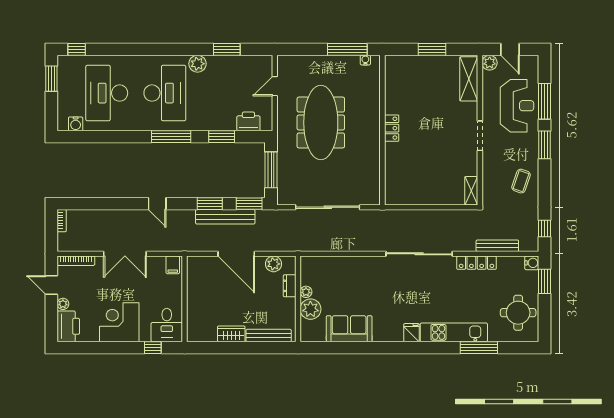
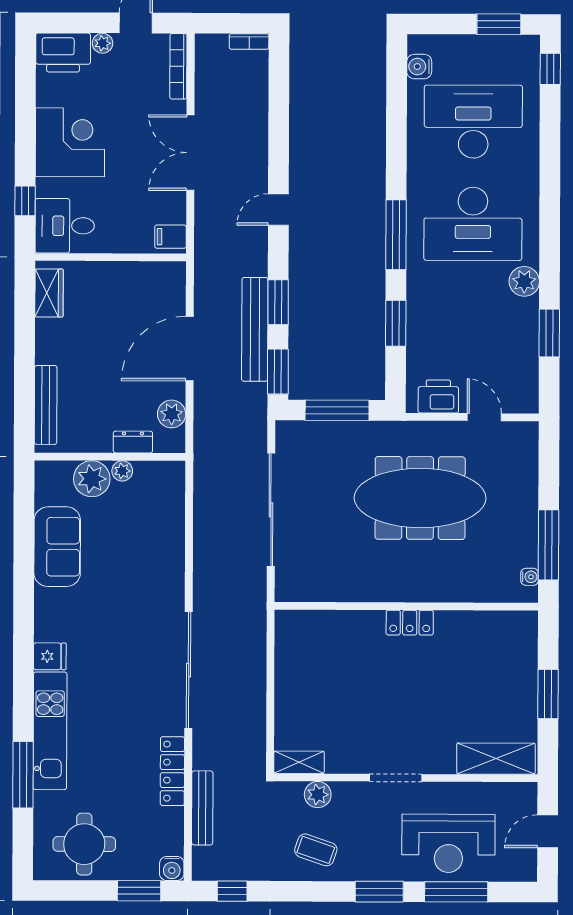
plant: (490, 63) -> (318, 795), moved
printer: (248, 121) -> (438, 397), moved, turned -90
wardrobe: (231, 334) -> (49, 293), moved

